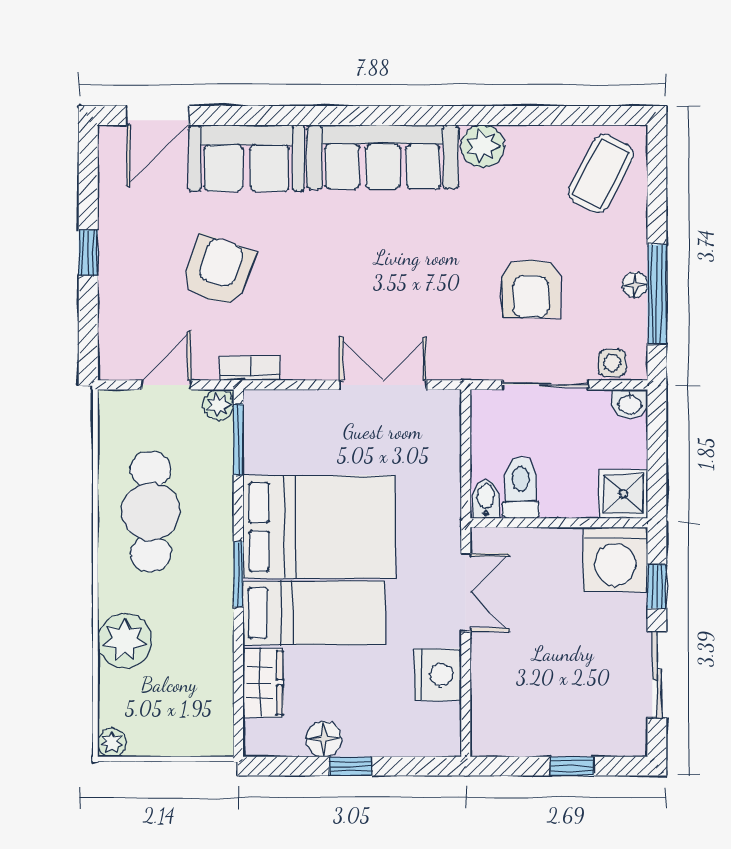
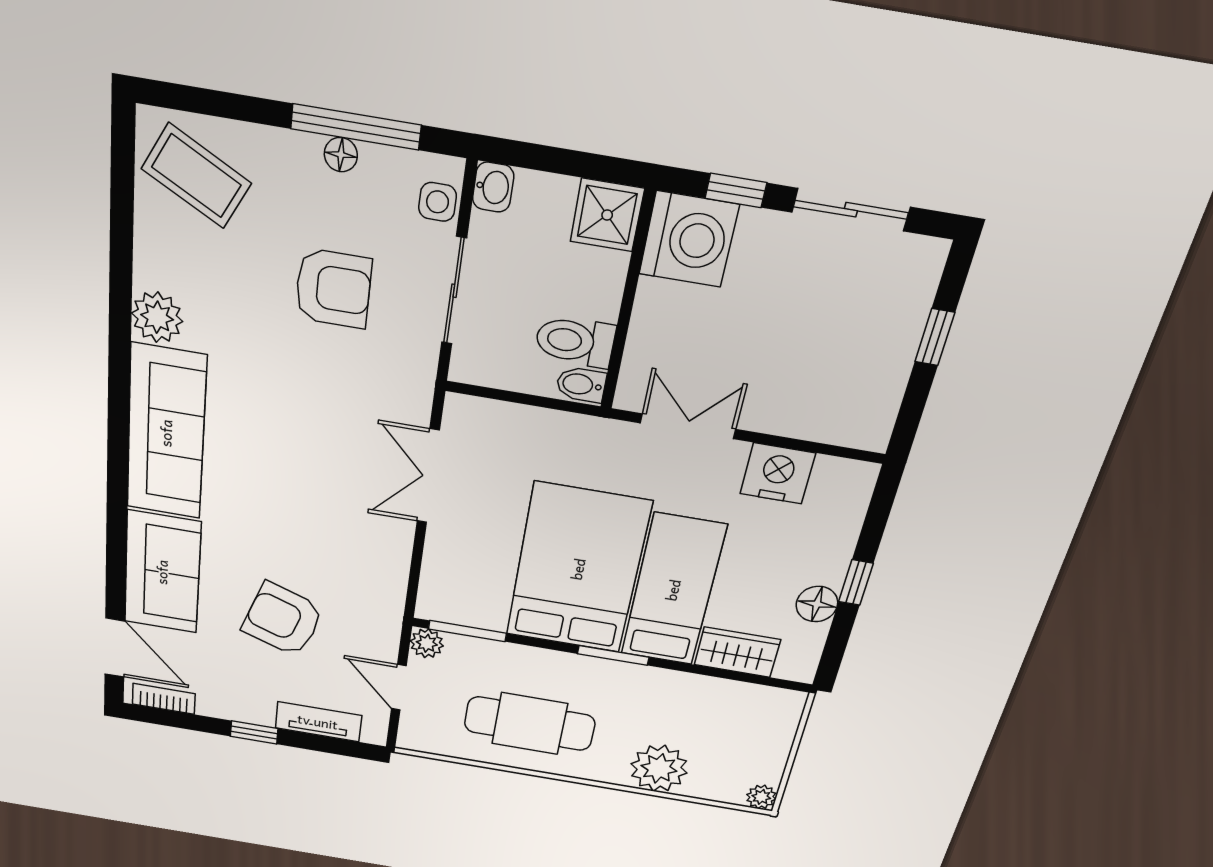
tv unit: (113, 313) -> (318, 722), added
bookcase: (250, 368) -> (164, 699), moved, turned 90

